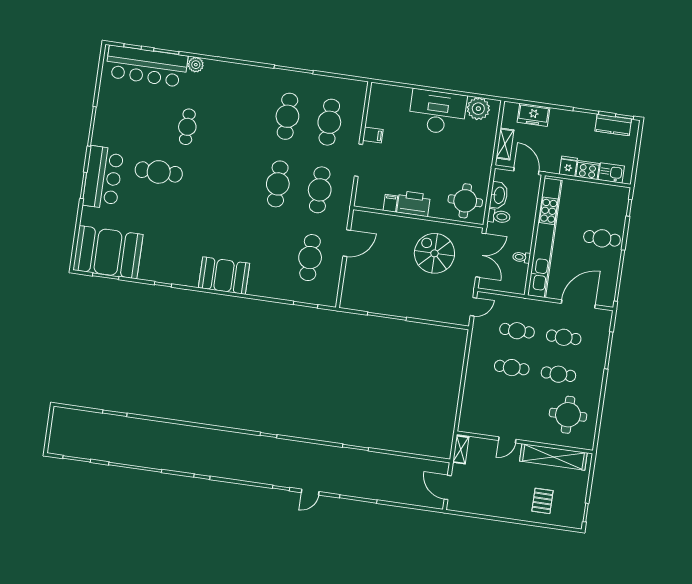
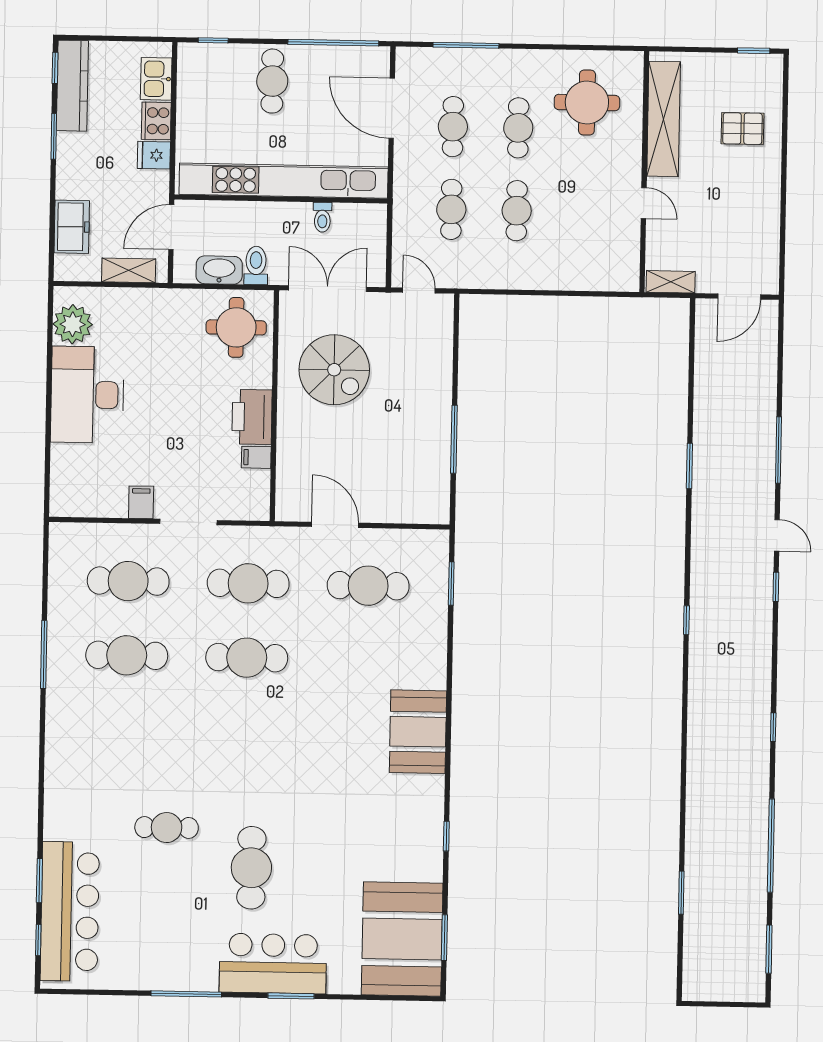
plant: (196, 65) -> (56, 826), removed
kitchen counter: (613, 125) -> (72, 86), width x1.50
spiral stairs: (434, 253) -> (334, 370), turned -90

